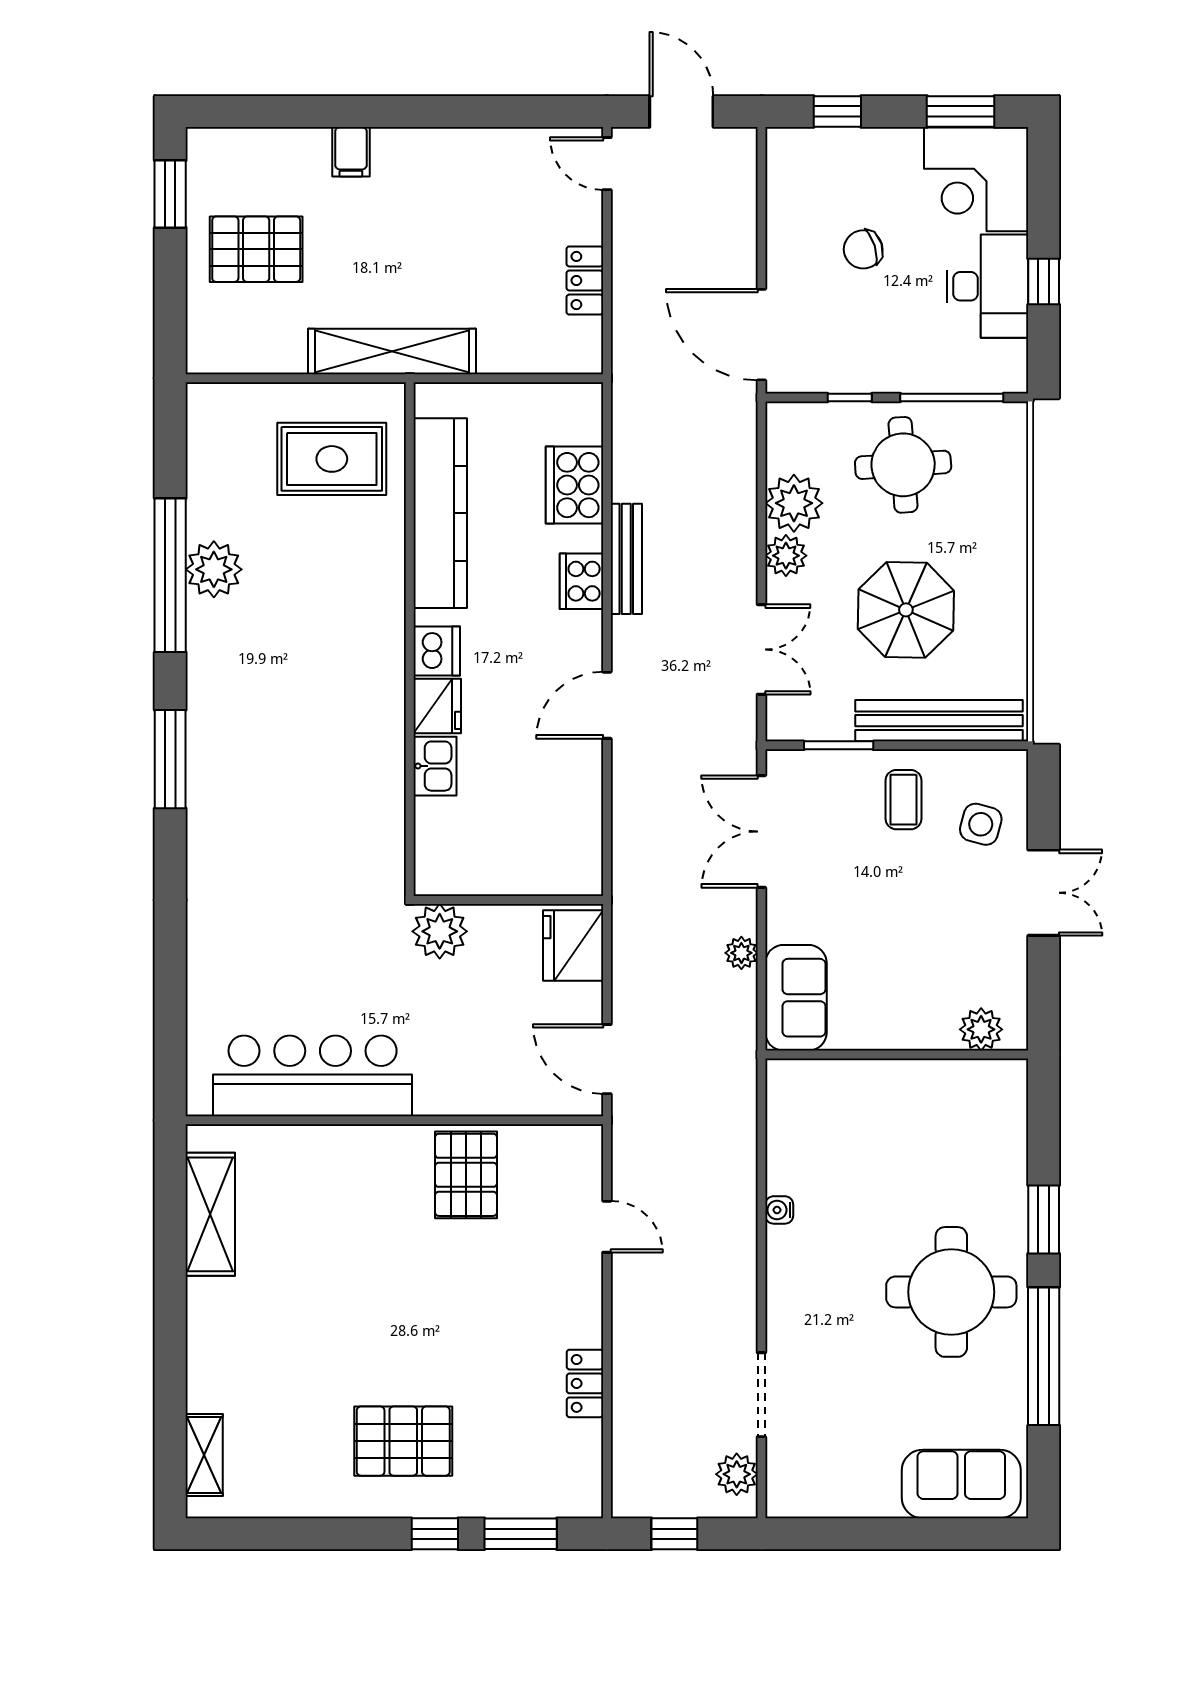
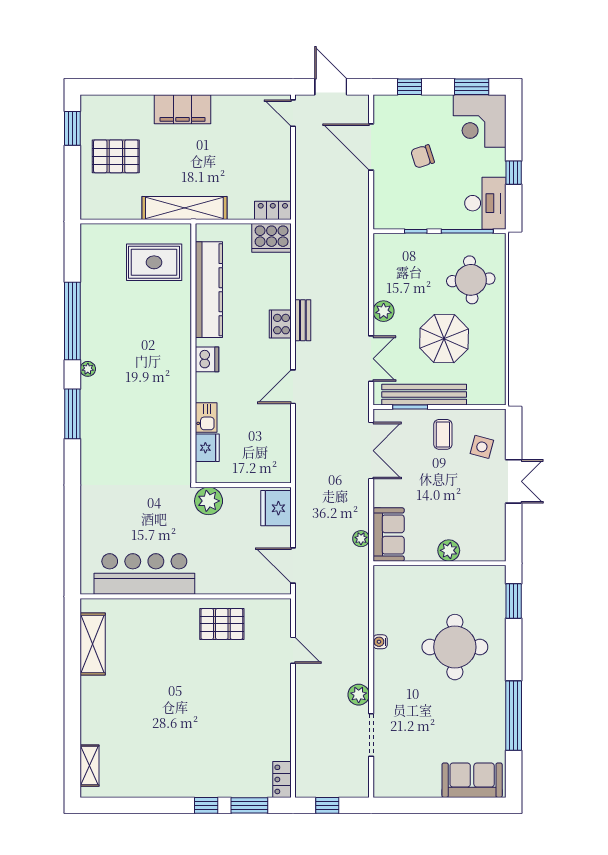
filing cabinet: (351, 152) -> (182, 109), width x3.00, depth x1.17
locker: (585, 281) -> (273, 210), moved, turned 90
desk: (988, 286) -> (485, 203), moved
door: (761, 335) -> (371, 147), moved
round table: (903, 465) -> (471, 280), moved
cooker: (574, 485) -> (272, 238), moved, turned -90
plant: (794, 503) -> (388, 285), removed
bench: (626, 559) -> (303, 320), width x0.73
plant: (214, 569) -> (88, 369), moved, width x0.53, depth x0.53
fridge: (437, 706) -> (207, 448), moved
bench: (939, 721) -> (424, 395), moved
double door: (761, 832) -> (371, 451), swing flipped
plant: (741, 953) -> (361, 539), moved
plant: (981, 1029) -> (449, 550), moved
pallet: (466, 1175) -> (222, 624), turned 90
window: (1044, 1219) -> (514, 601), moved
round table: (951, 1292) -> (455, 647), moved
locker: (585, 1383) -> (282, 779), moved
pallet: (403, 1441) -> (190, 758), removed
plant: (737, 1474) -> (359, 695), moved

